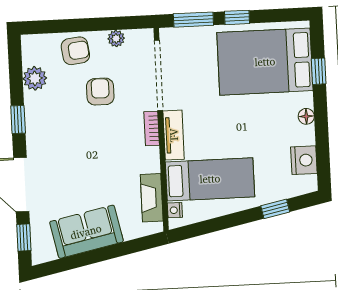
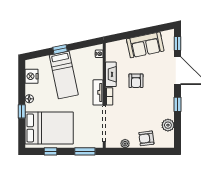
window: (237, 17) -> (51, 151), moved
window: (319, 71) -> (22, 111), moved
armchair: (100, 92) -> (136, 81), moved
bed: (210, 179) -> (64, 75), moved, turned -102
fireplace: (152, 198) -> (111, 74), moved
window: (275, 209) -> (60, 49), moved

